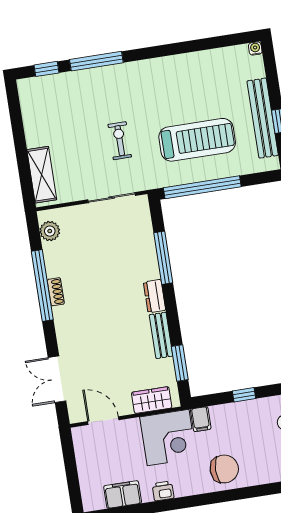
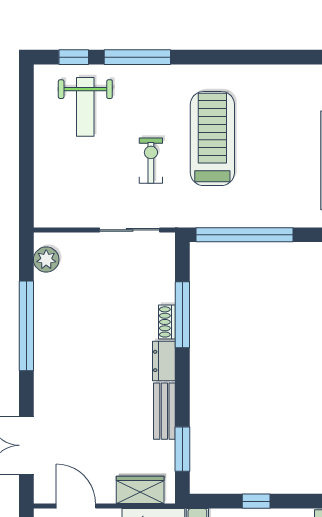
weight bench: (62, 107) -> (85, 107), added
treadmill: (197, 140) -> (212, 139), moved, turned -90
shelving: (42, 175) -> (47, 188), removed
shoe rack: (56, 292) -> (167, 322), moved, turned 180

